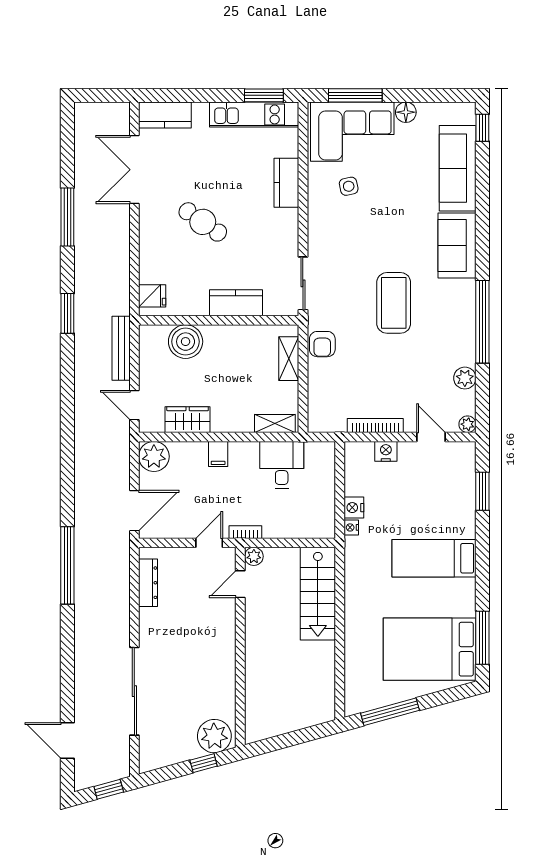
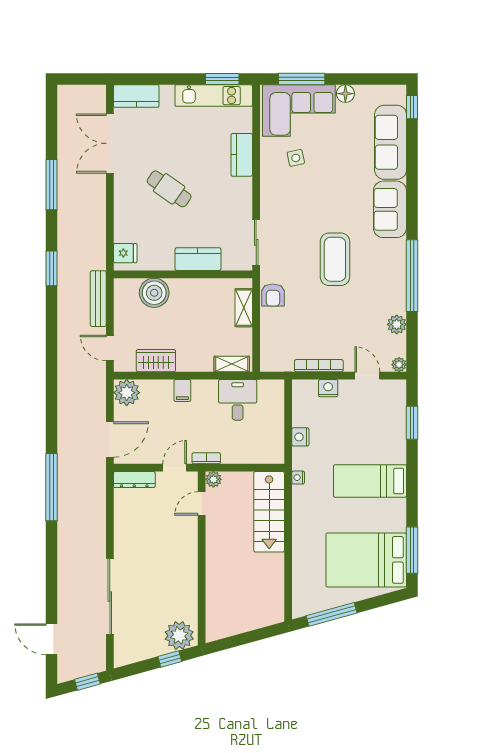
nightstand: (351, 527) -> (298, 478), moved
dresser: (148, 583) -> (134, 479), moved, turned 90

